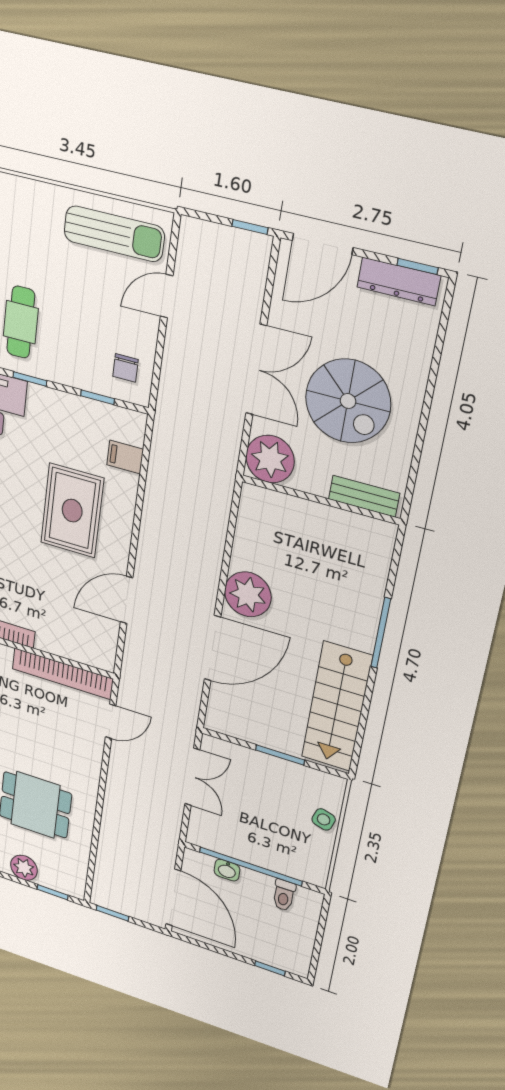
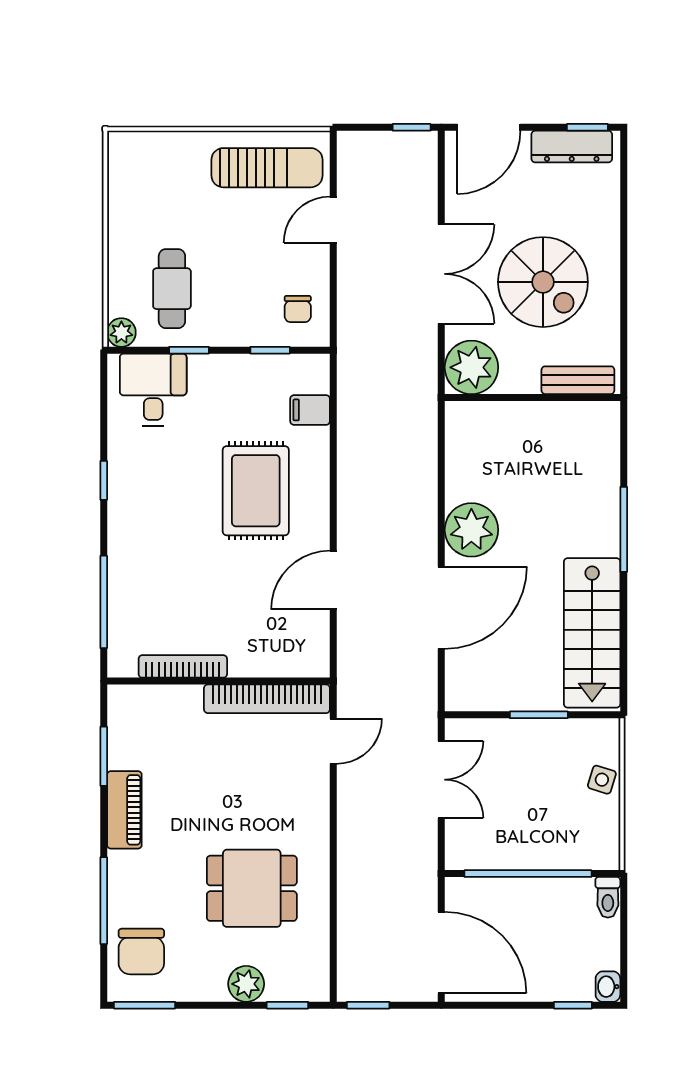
washbasin: (227, 870) -> (608, 987), moved, turned 90
toilet: (284, 895) -> (608, 897), moved

